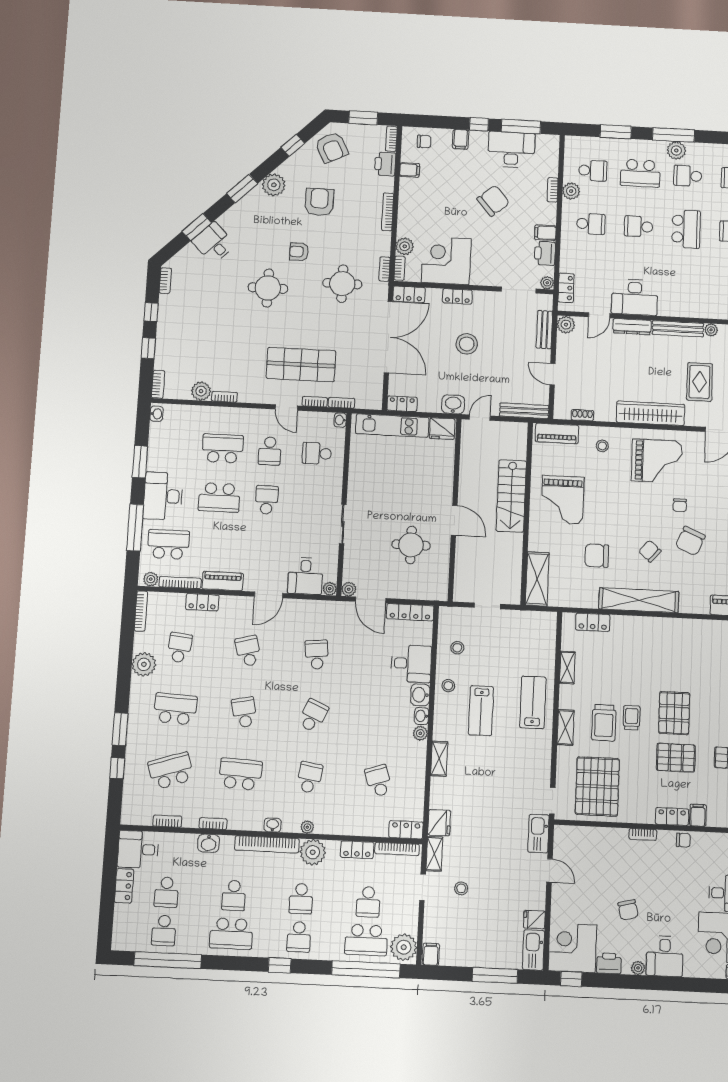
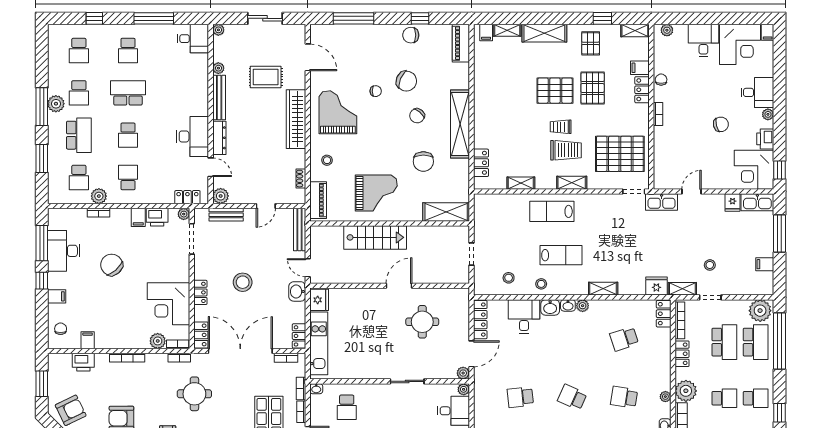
bookcase: (391, 139) -> (286, 358), moved
school desk: (593, 171) -> (79, 178), turned 180
school desk: (368, 902) -> (724, 342), width x1.85
filing cabinet: (431, 954) -> (765, 264), moved

